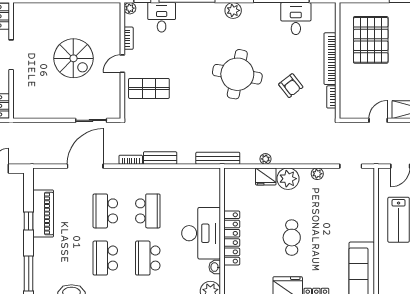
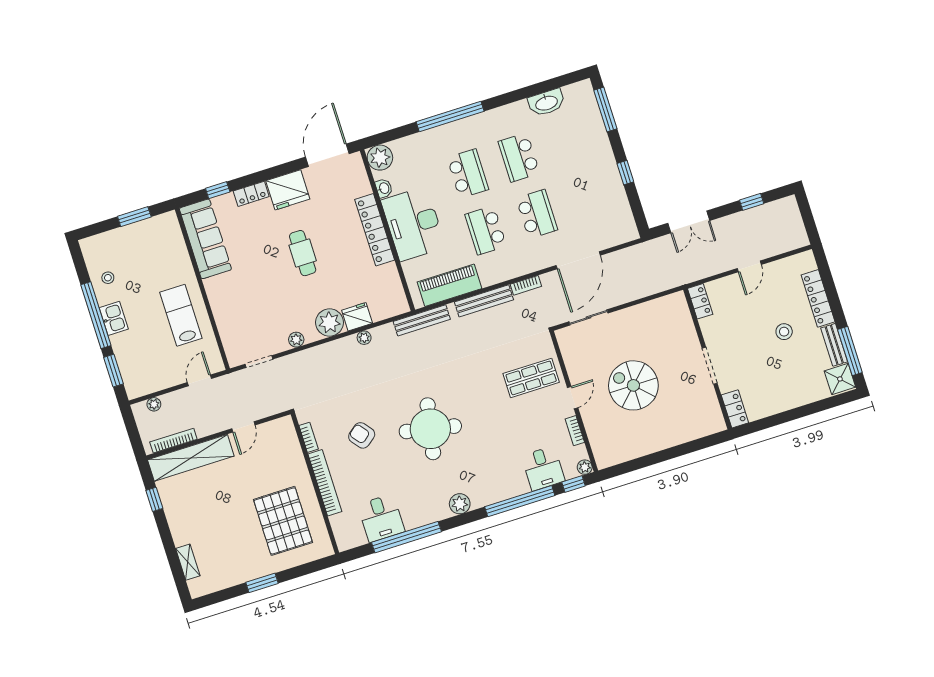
bench: (160, 158) -> (484, 301), width x1.36
piano: (43, 214) -> (449, 285), moved, turned 90
school desk: (105, 258) -> (519, 157), turned 180

